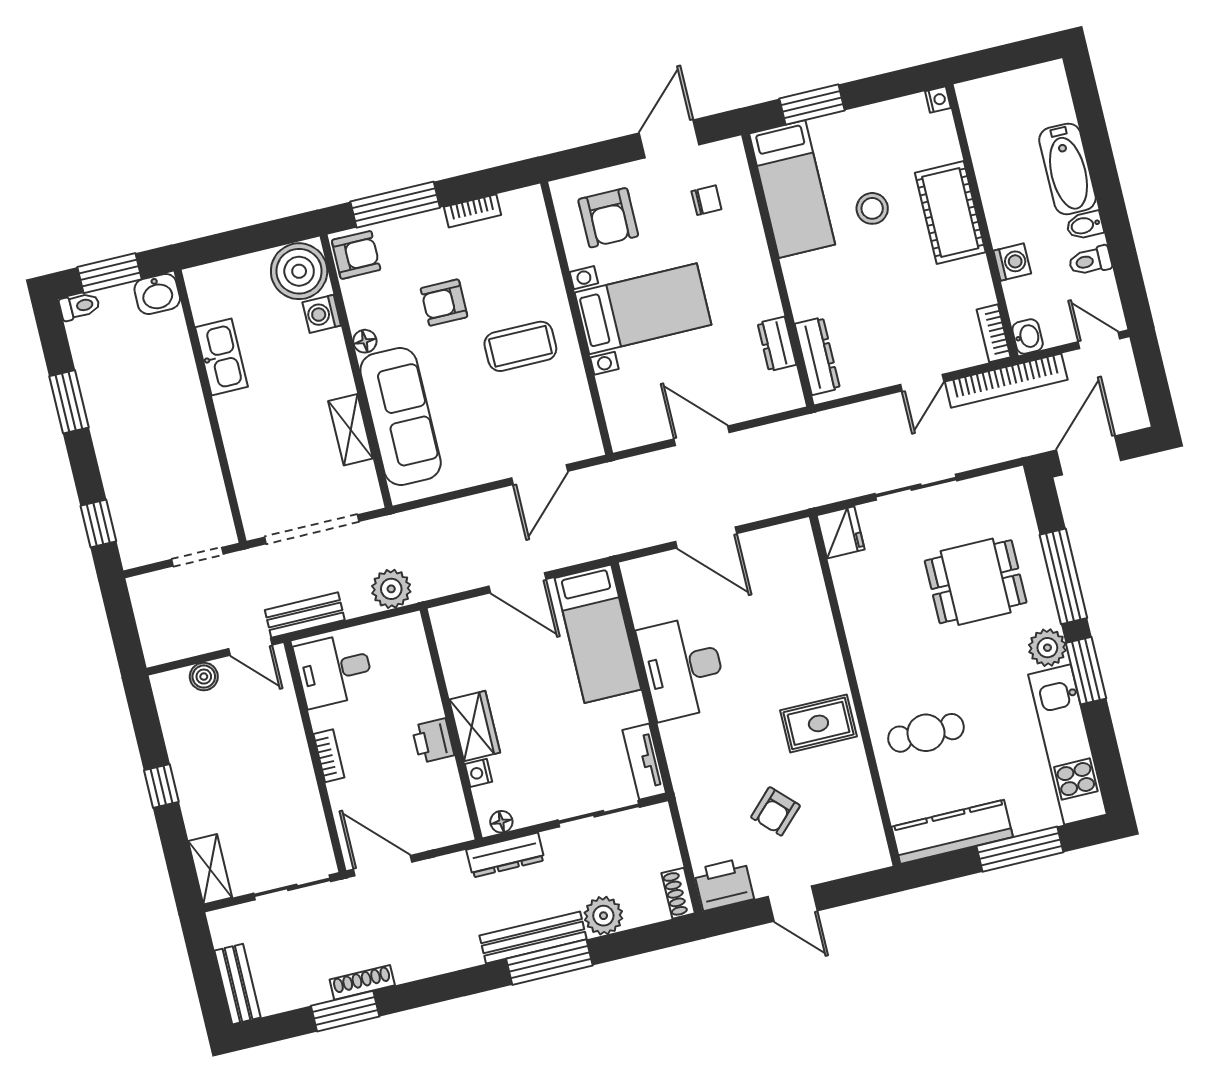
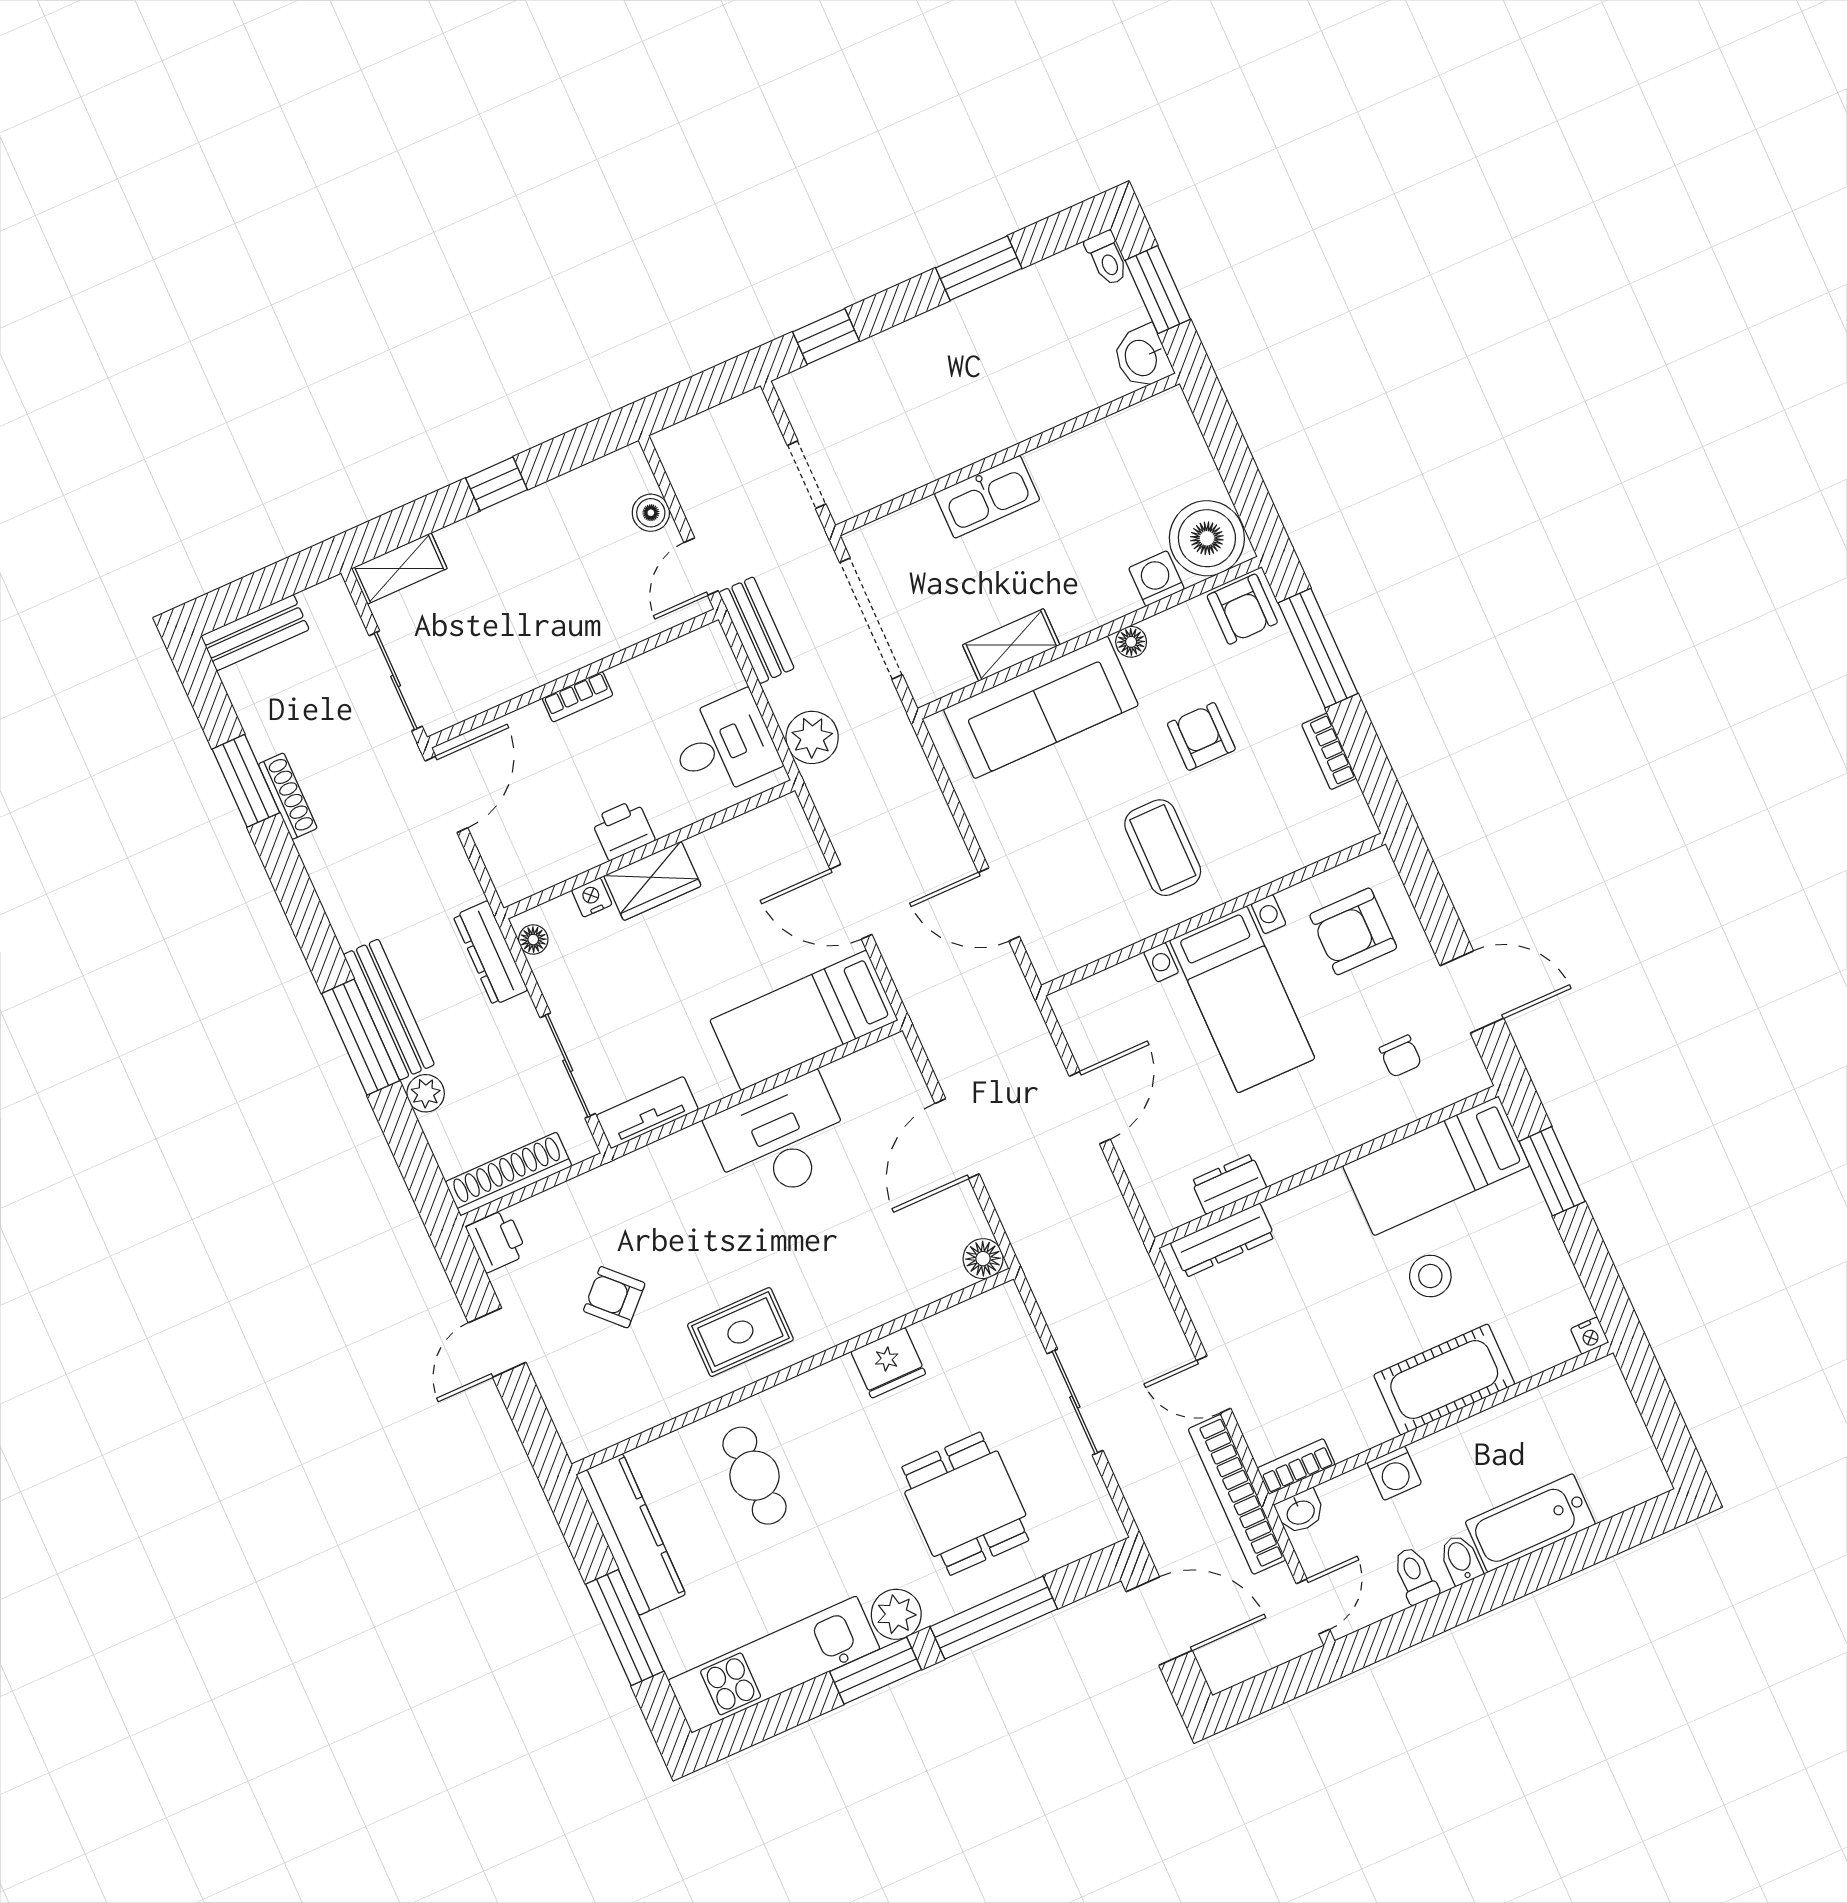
kitchen sink: (222, 357) -> (987, 497), moved
fridge: (841, 532) -> (888, 1363), moved
floor lamp: (798, 535) -> (983, 1259), added
door: (517, 583) -> (851, 902), hinge flipped
desk: (334, 670) -> (724, 745), moved, turned 90
rug: (818, 723) -> (740, 1332), turned 90
printer: (724, 884) -> (497, 1241), width x0.73, depth x0.81
shoe rack: (678, 893) -> (508, 1174), width x1.94, depth x1.24
plant: (603, 916) -> (426, 1093), width x0.73, depth x0.73

